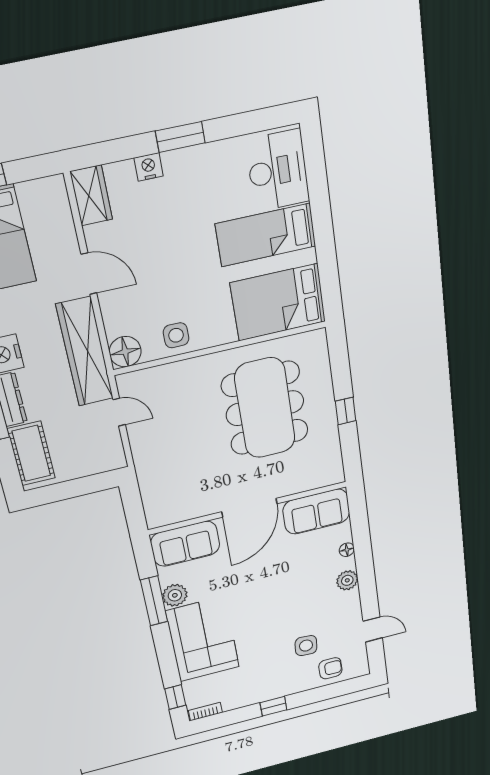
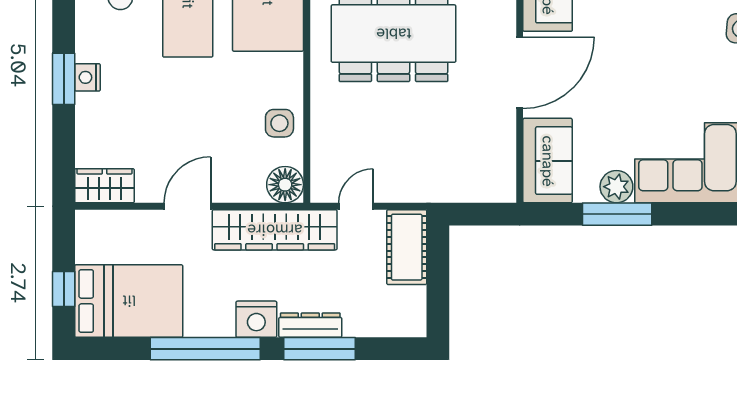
nightstand: (149, 167) -> (87, 77), moved
cot: (31, 453) -> (407, 247), moved, turned 90
door: (249, 508) -> (520, 73), hinge flipped

